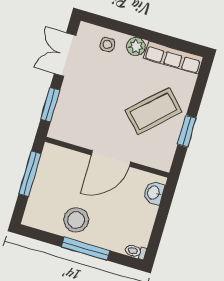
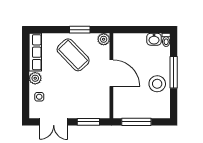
plant: (163, 162) -> (104, 39), added
washbasin: (154, 193) -> (154, 39), moved

